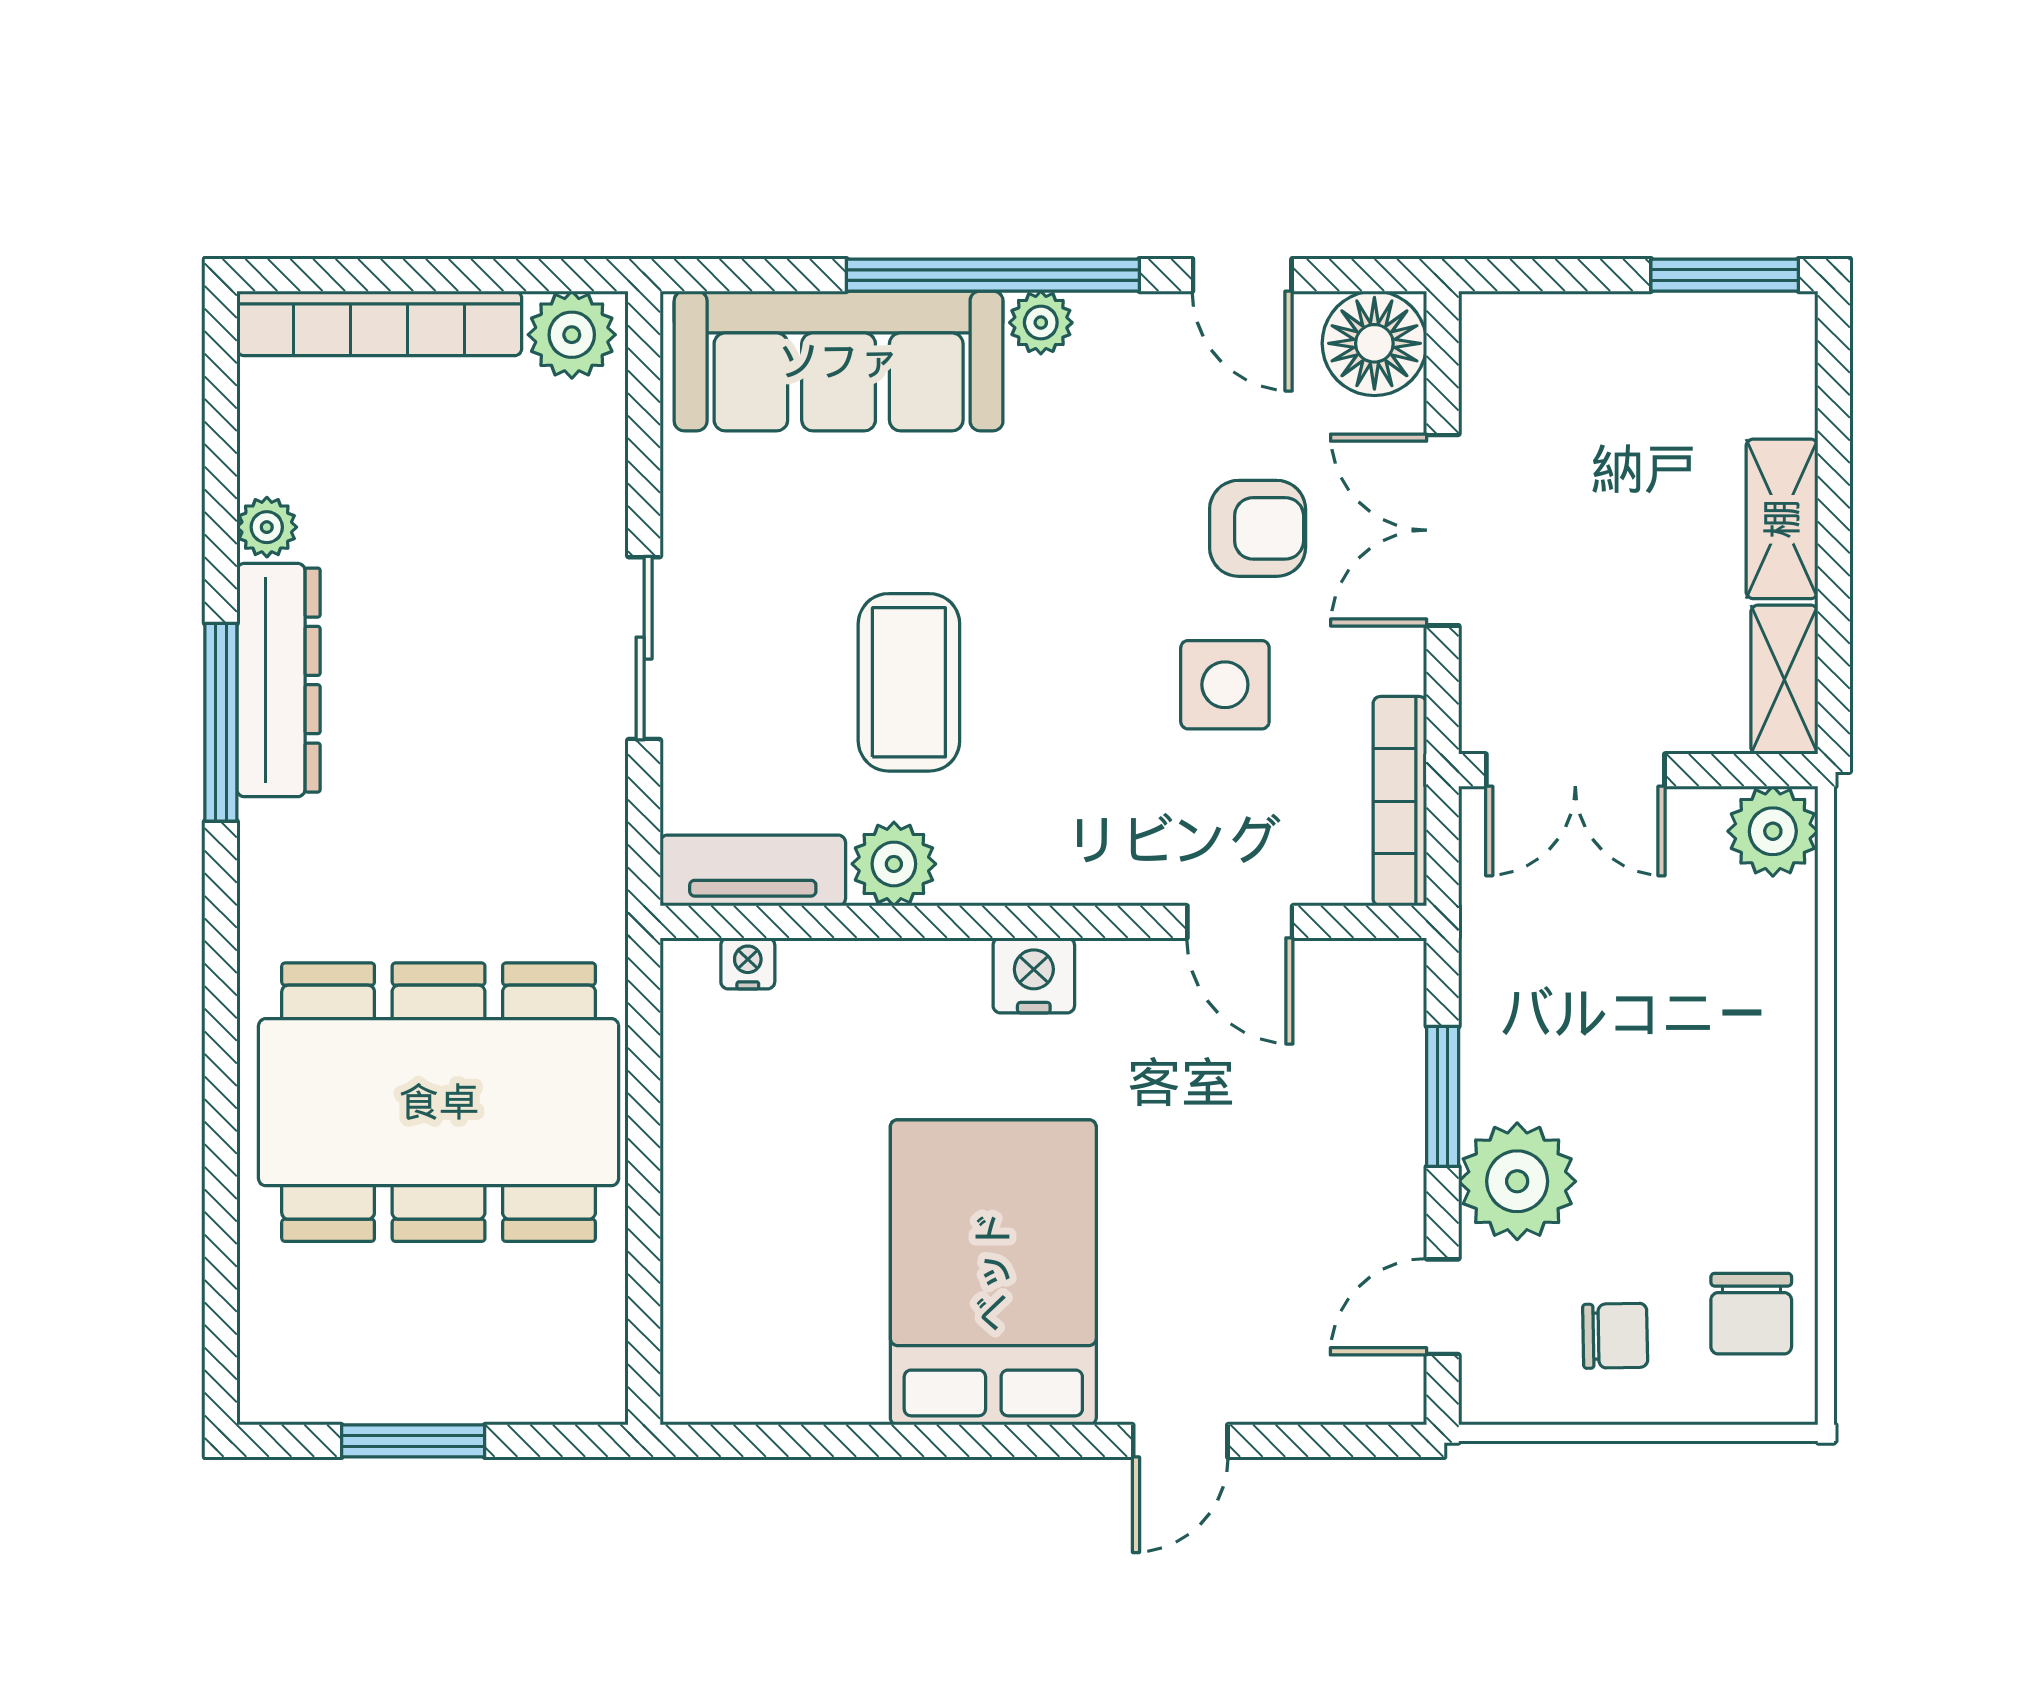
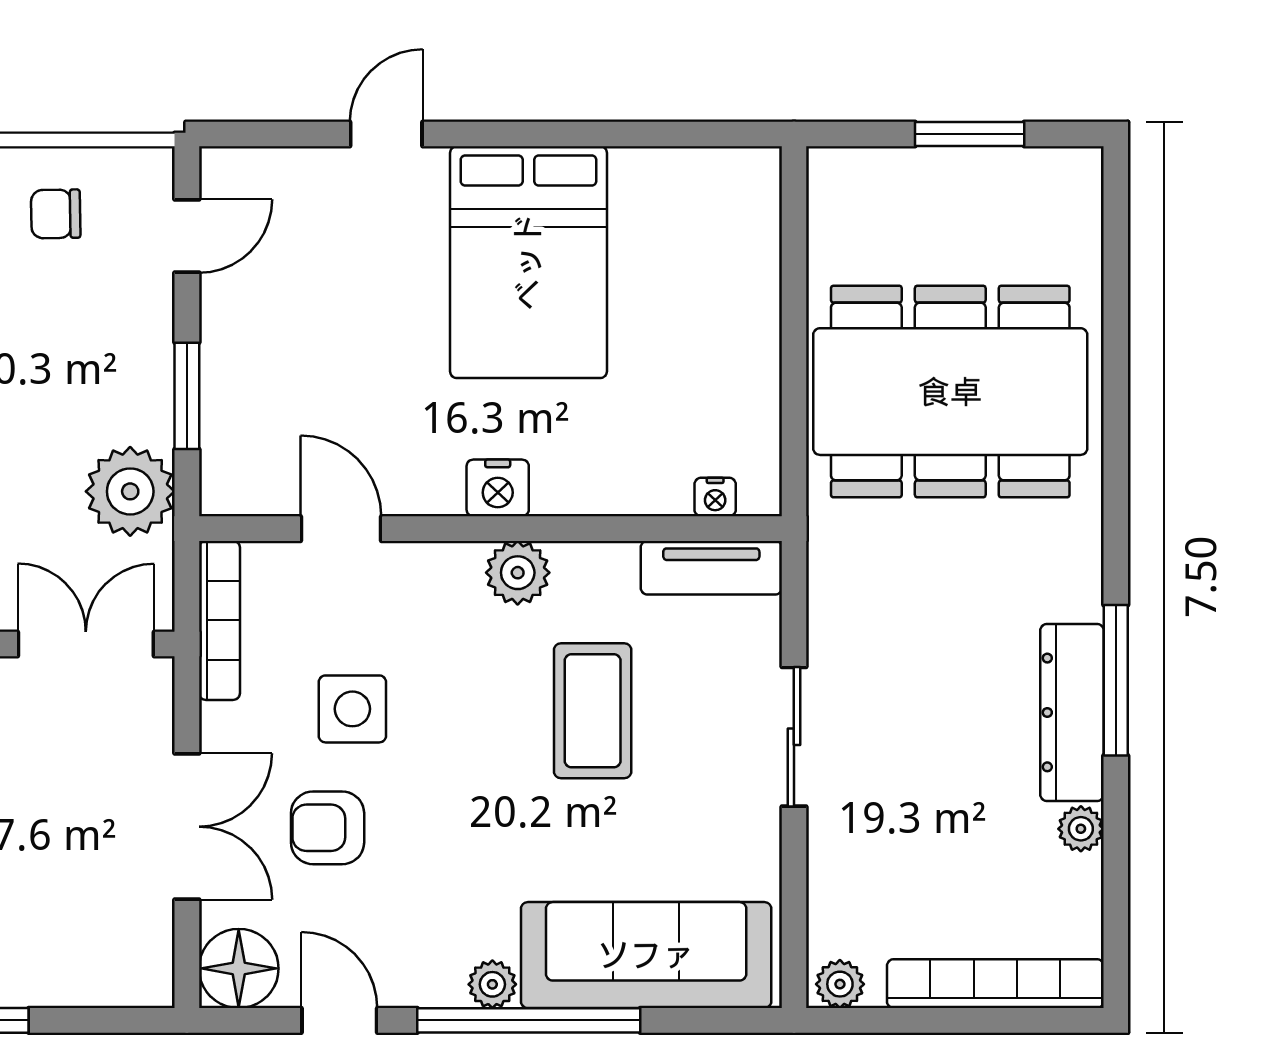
plant: (572, 335) -> (840, 984), width x0.73, depth x0.73
plant: (894, 864) -> (518, 573), moved
plant: (1517, 1181) -> (130, 491), moved

